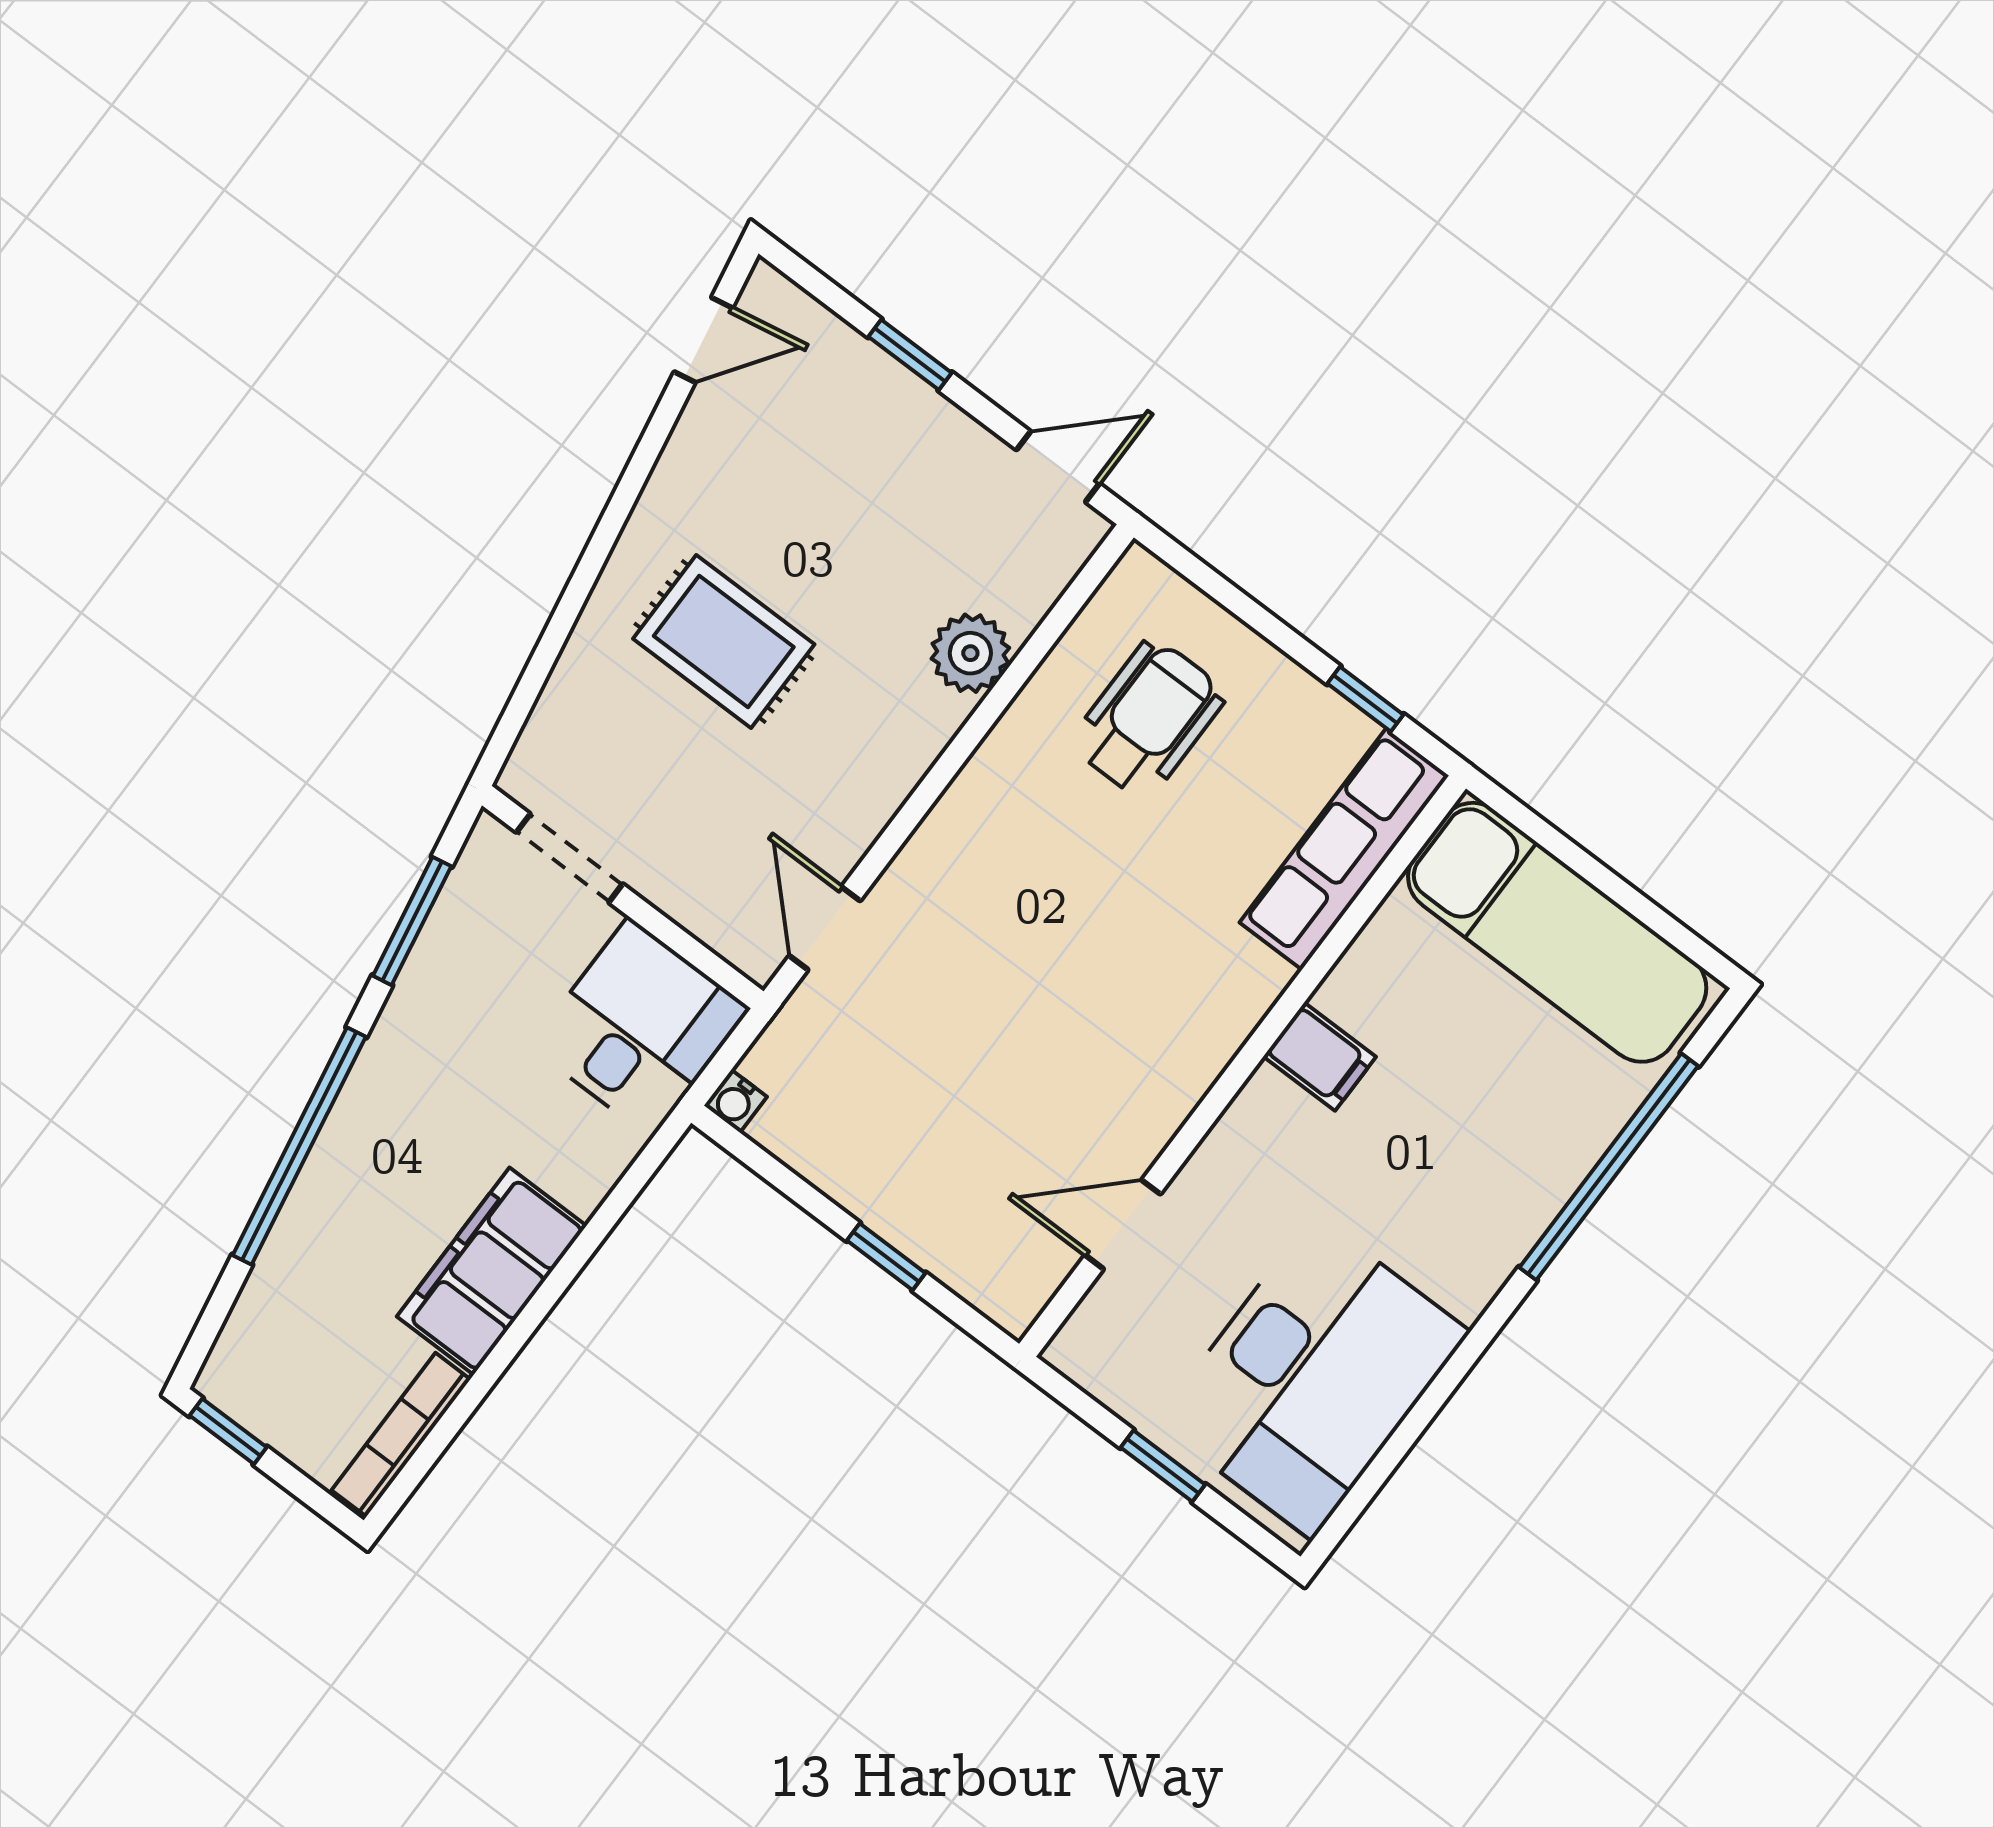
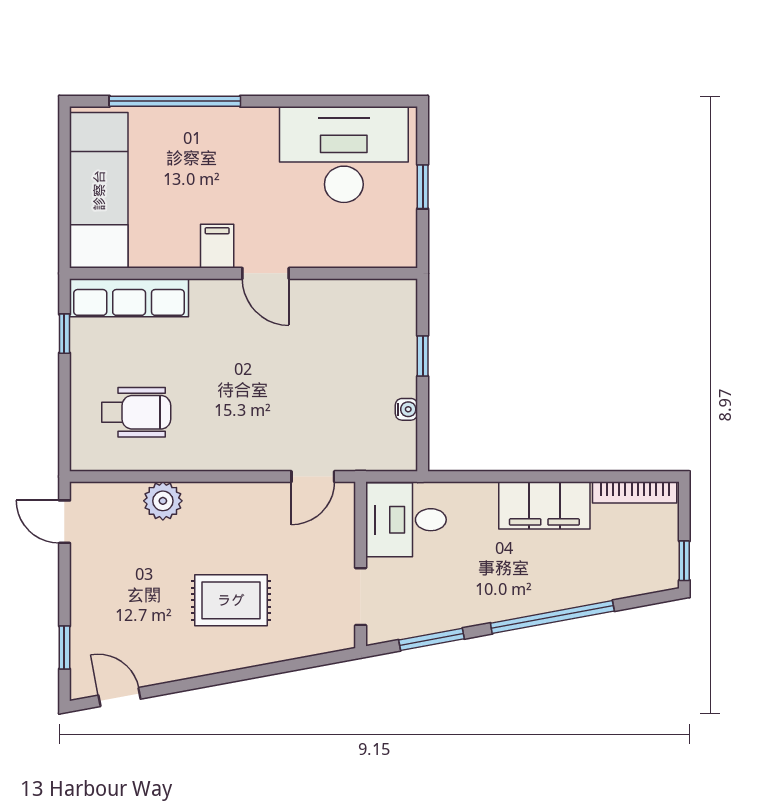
window: (910, 355) -> (64, 647), moved
rug: (724, 642) -> (231, 600), turned 90
wheelchair: (1148, 719) -> (136, 412), turned 180
water cooler: (735, 1101) -> (406, 409), moved
door: (1123, 1225) -> (266, 273), moved

